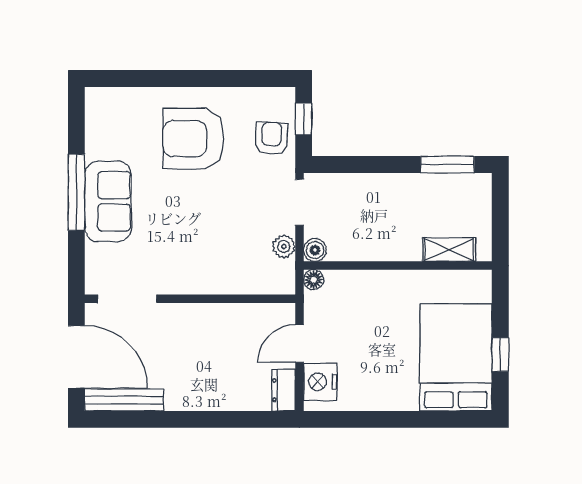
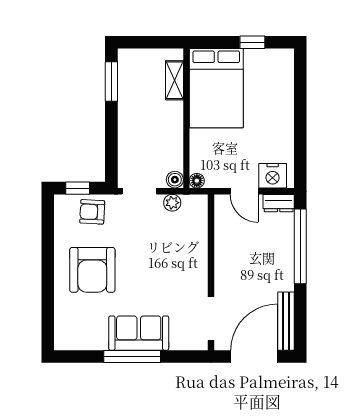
bed: (456, 357) -> (216, 88), moved, turned -90
window: (225, 419) -> (300, 246), added

